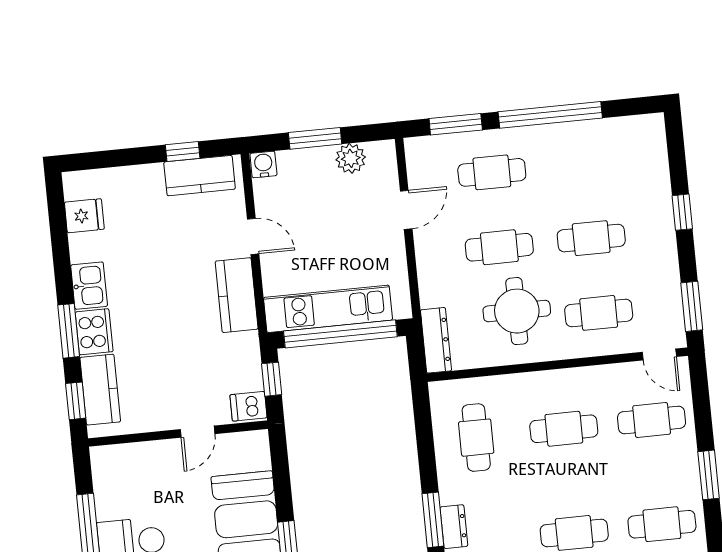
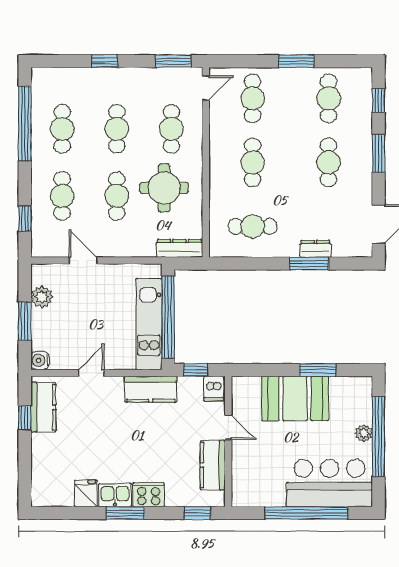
window: (550, 115) -> (25, 124), moved
window: (456, 124) -> (25, 219), width x0.67
cafe table: (584, 163) -> (62, 129), added
fridge: (84, 216) -> (86, 493), moved
kitchen counter: (237, 295) -> (151, 389), moved
window: (69, 331) -> (125, 513), moved
kitchen counter: (100, 390) -> (213, 465), moved, turned -90

